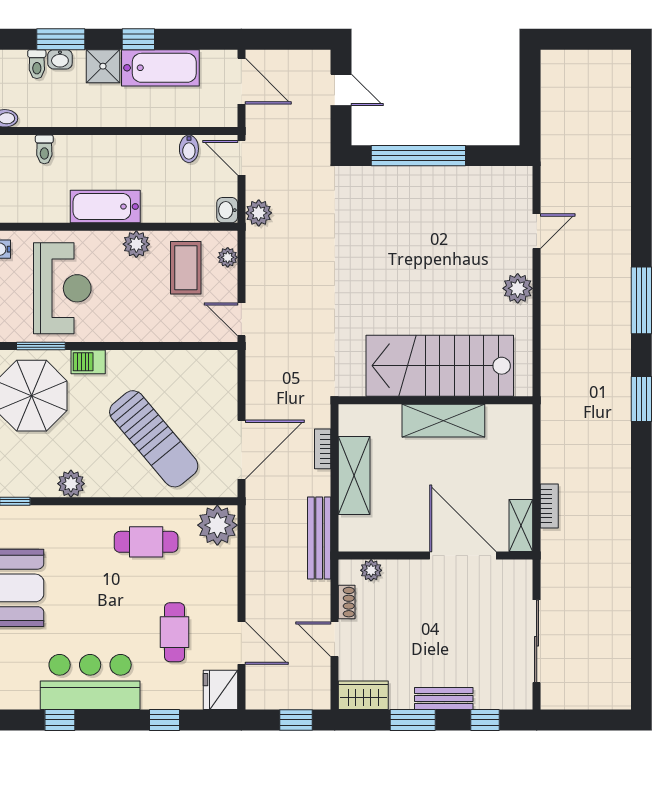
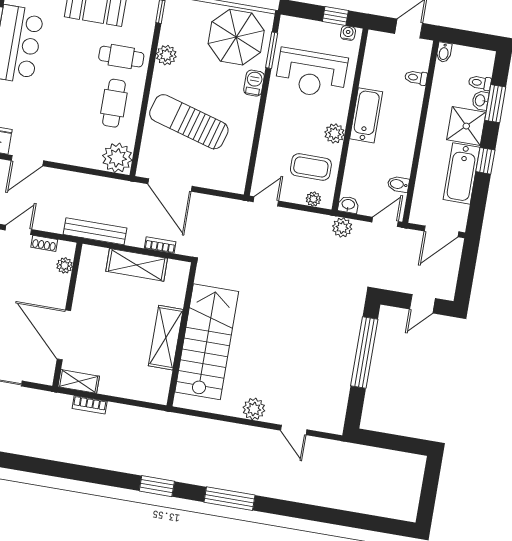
shower: (103, 66) -> (466, 126), width x1.36, depth x1.36
sun lounger: (154, 439) -> (189, 122), turned 56
door: (463, 556) -> (64, 335), swing flipped
cafe table: (174, 632) -> (121, 57), moved

